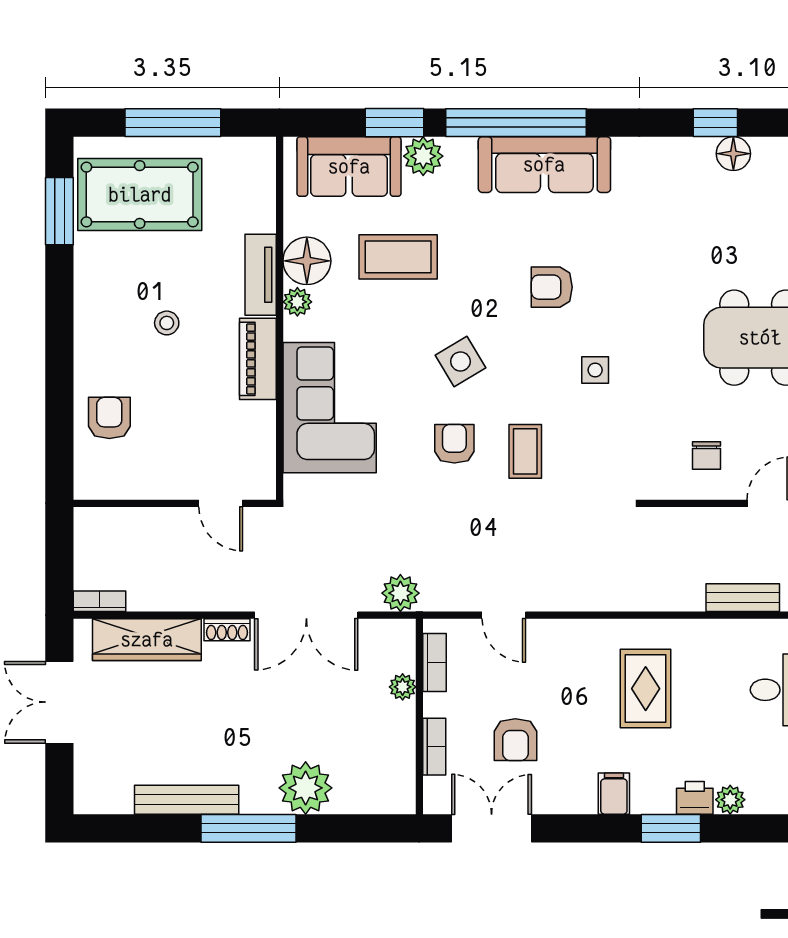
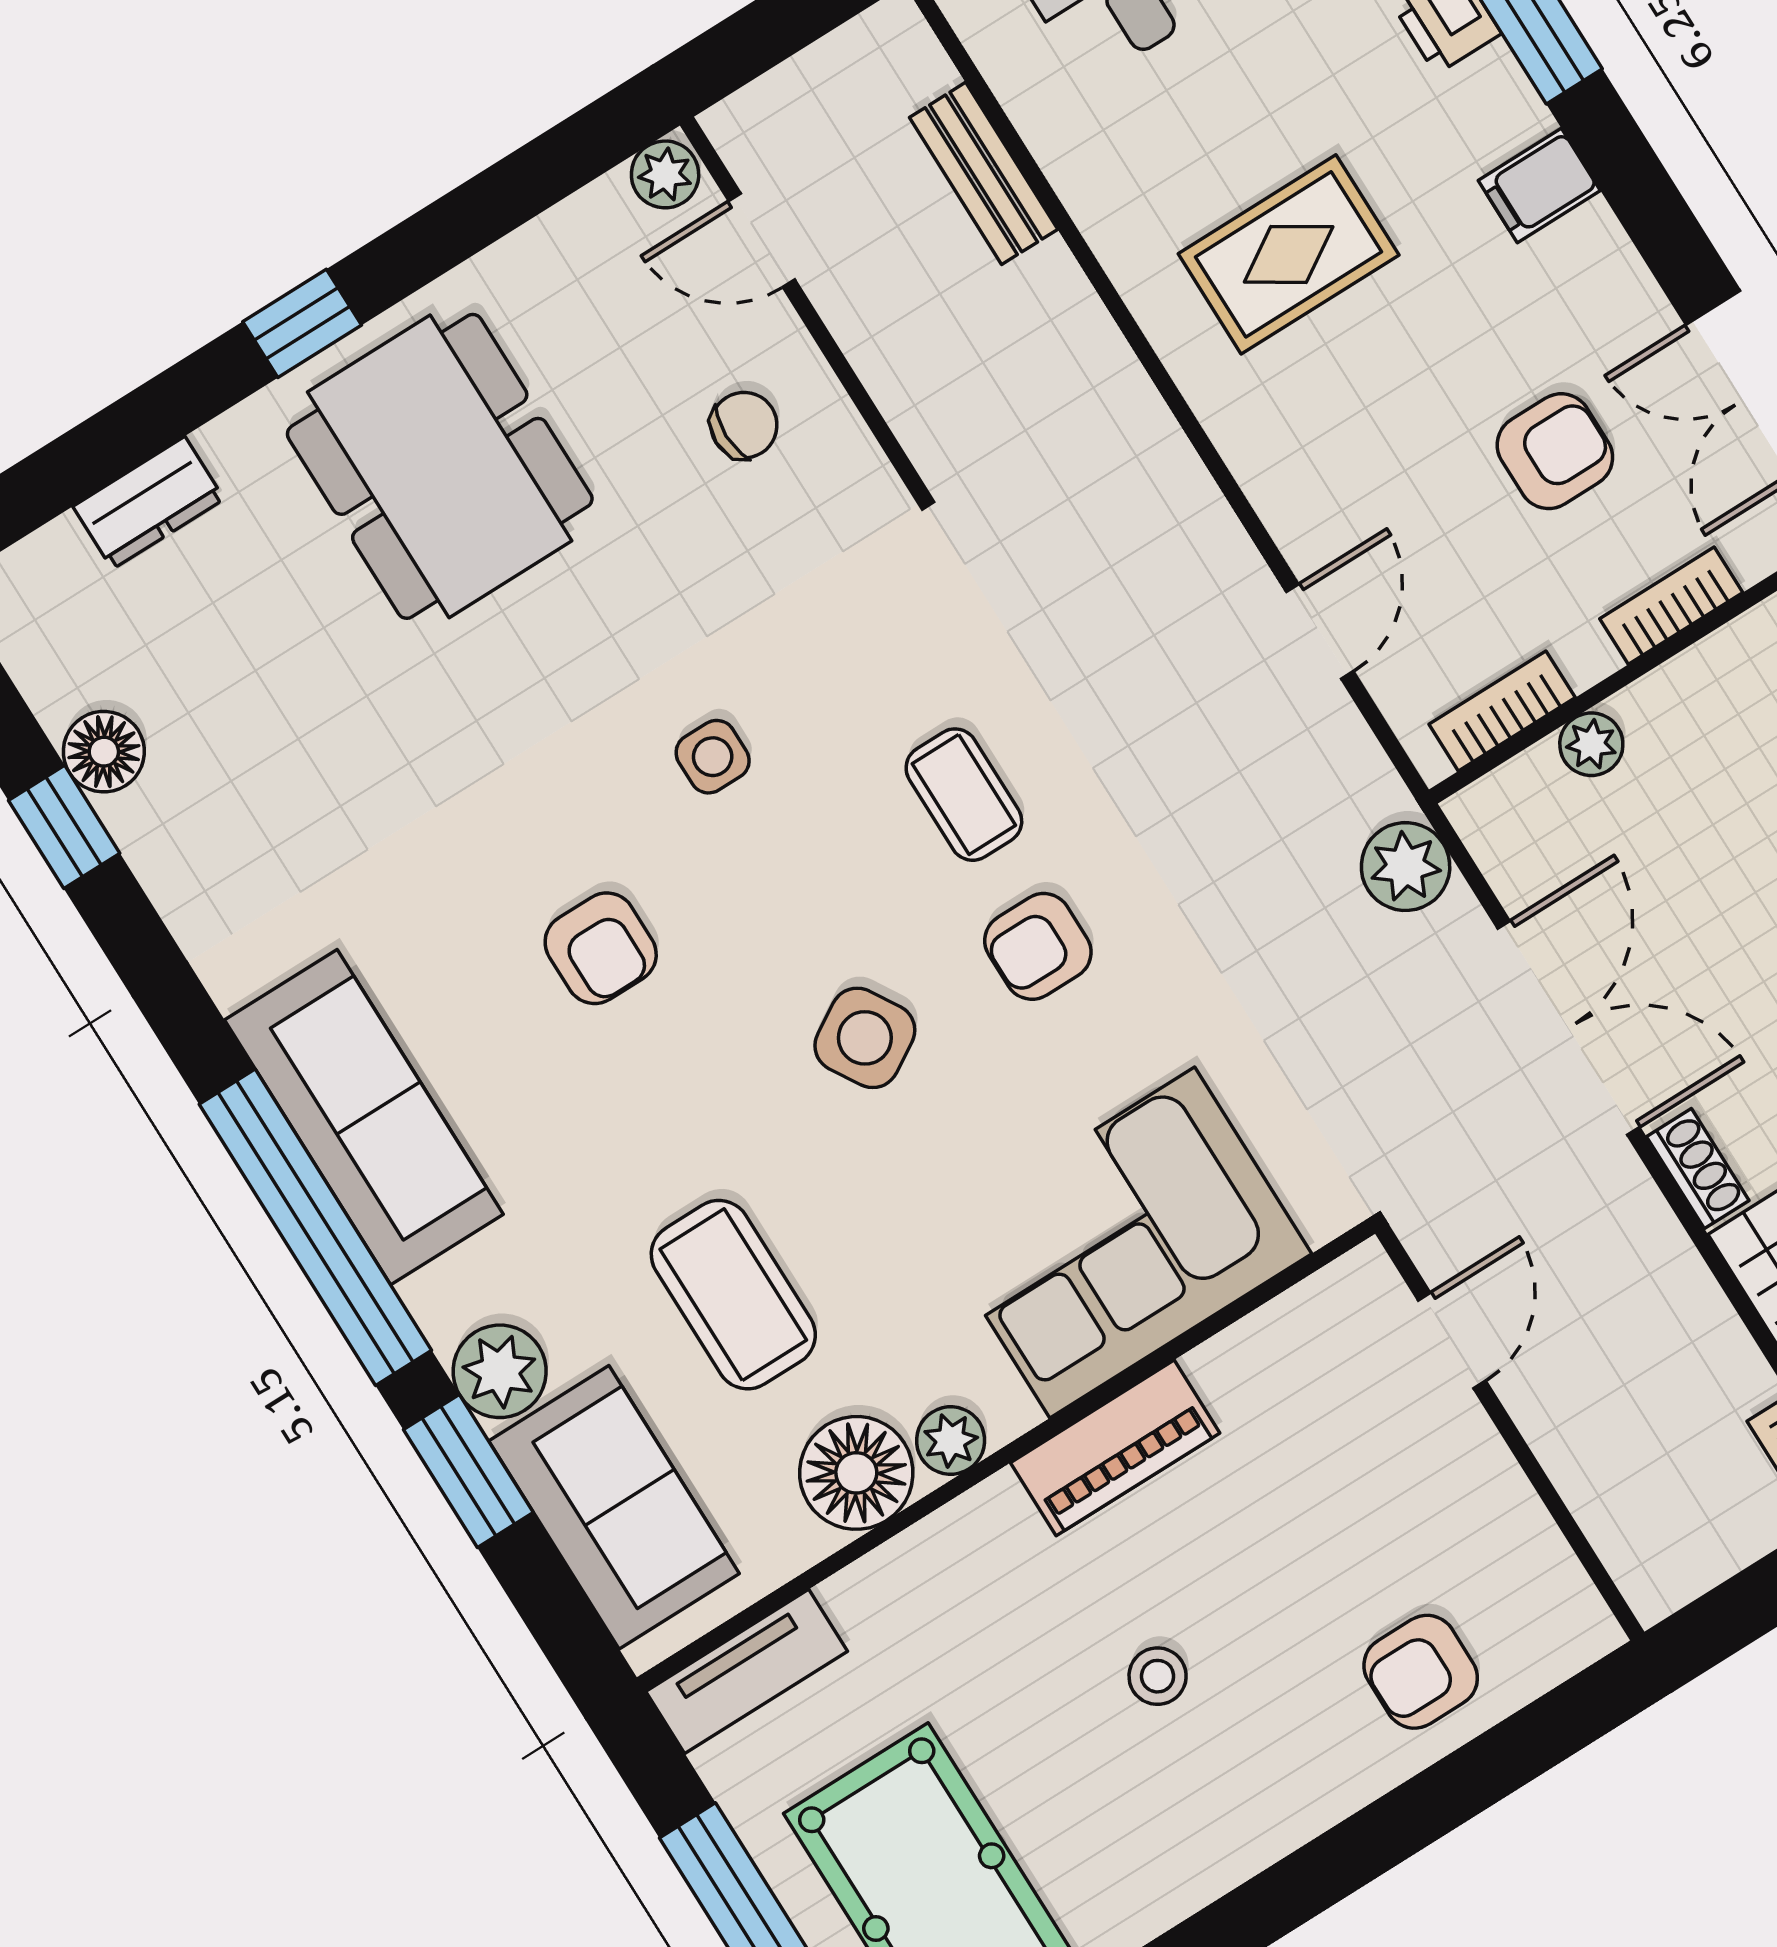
tv unit: (261, 275) -> (747, 1671), moved
coffee table: (525, 451) -> (964, 795), turned 90

